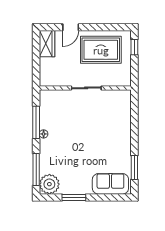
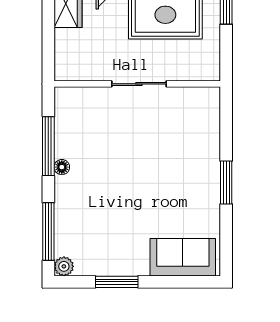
window: (134, 167) -> (226, 183), moved
plant: (49, 184) -> (64, 266), width x0.53, depth x0.53

